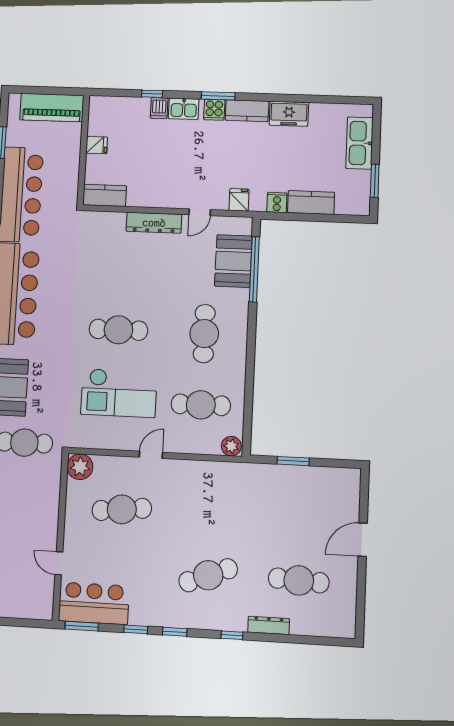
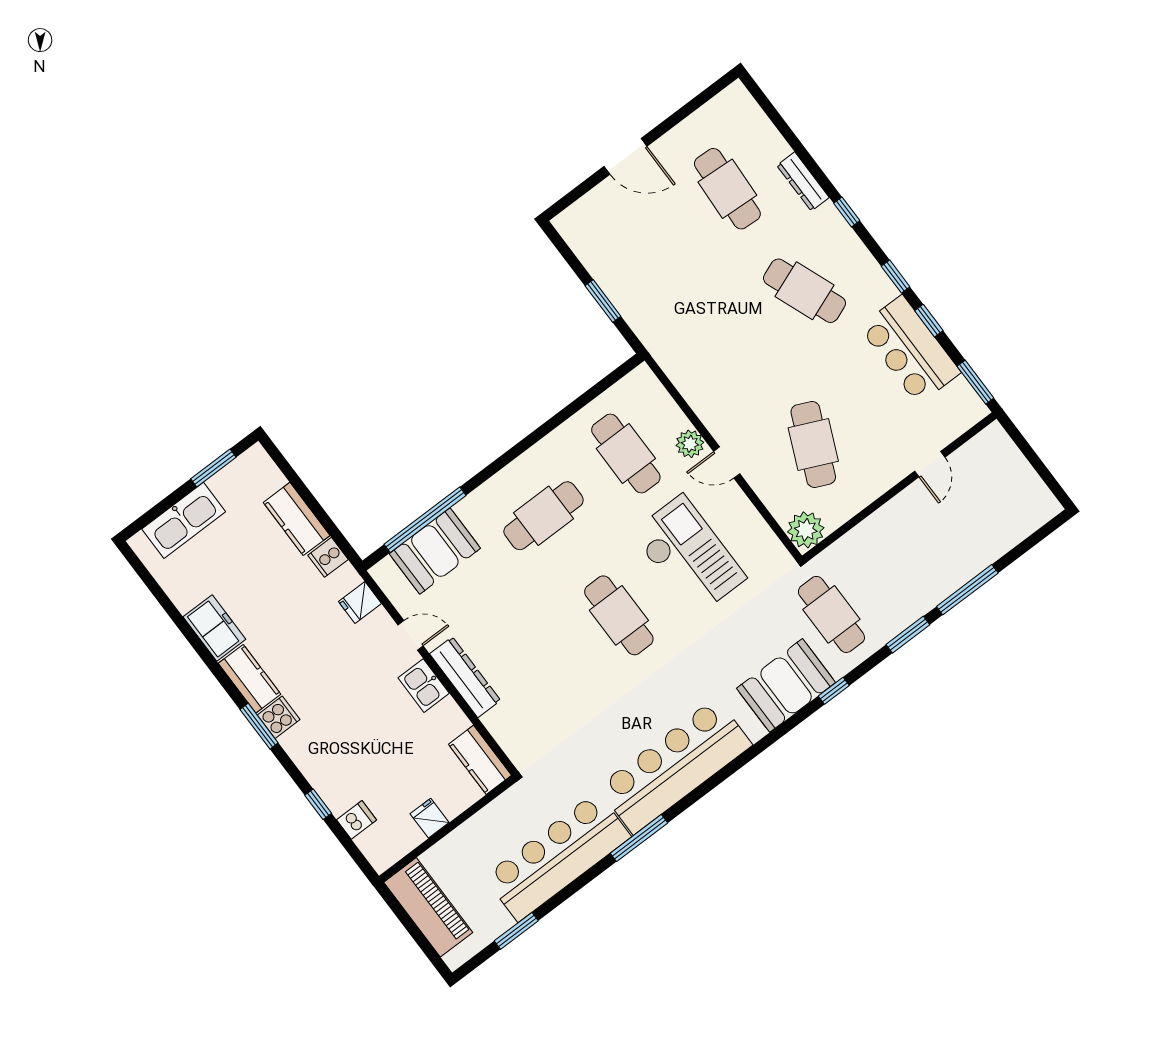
dishwasher: (159, 108) -> (357, 820), moved
kitchen sink: (184, 109) -> (424, 686), moved, turned 180
plant: (231, 446) -> (690, 444), moved
cafe table: (122, 509) -> (813, 444), turned 30
bar counter: (94, 603) -> (910, 350), moved

